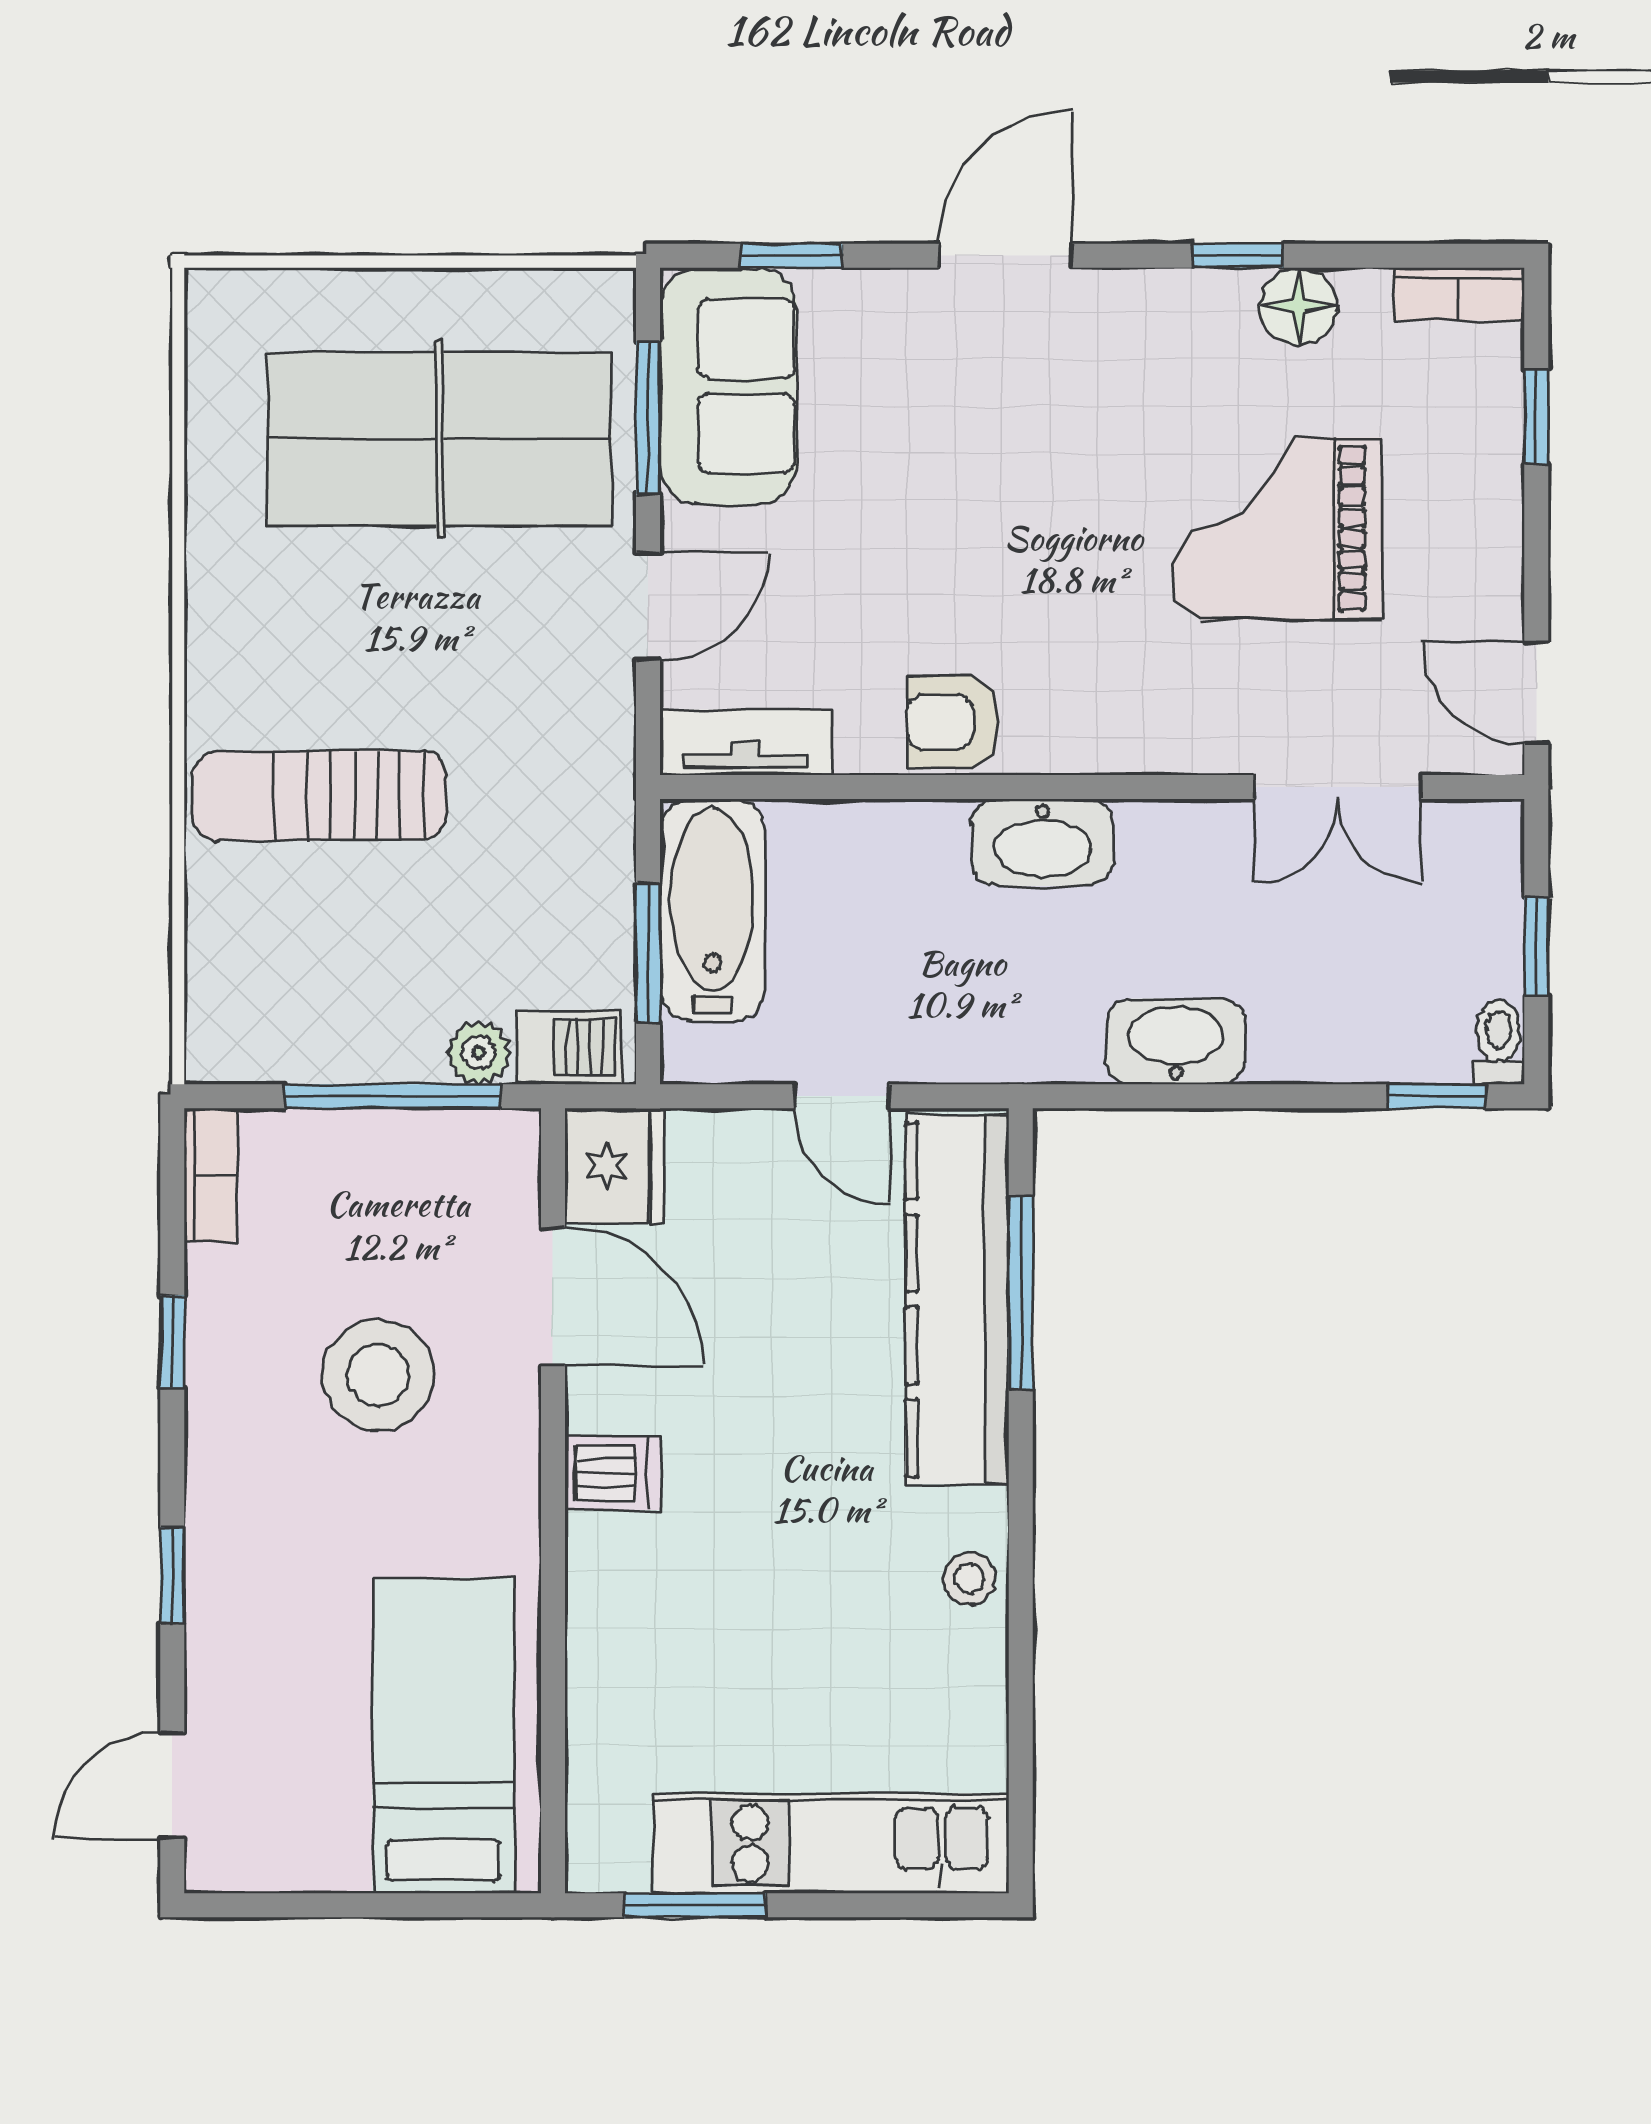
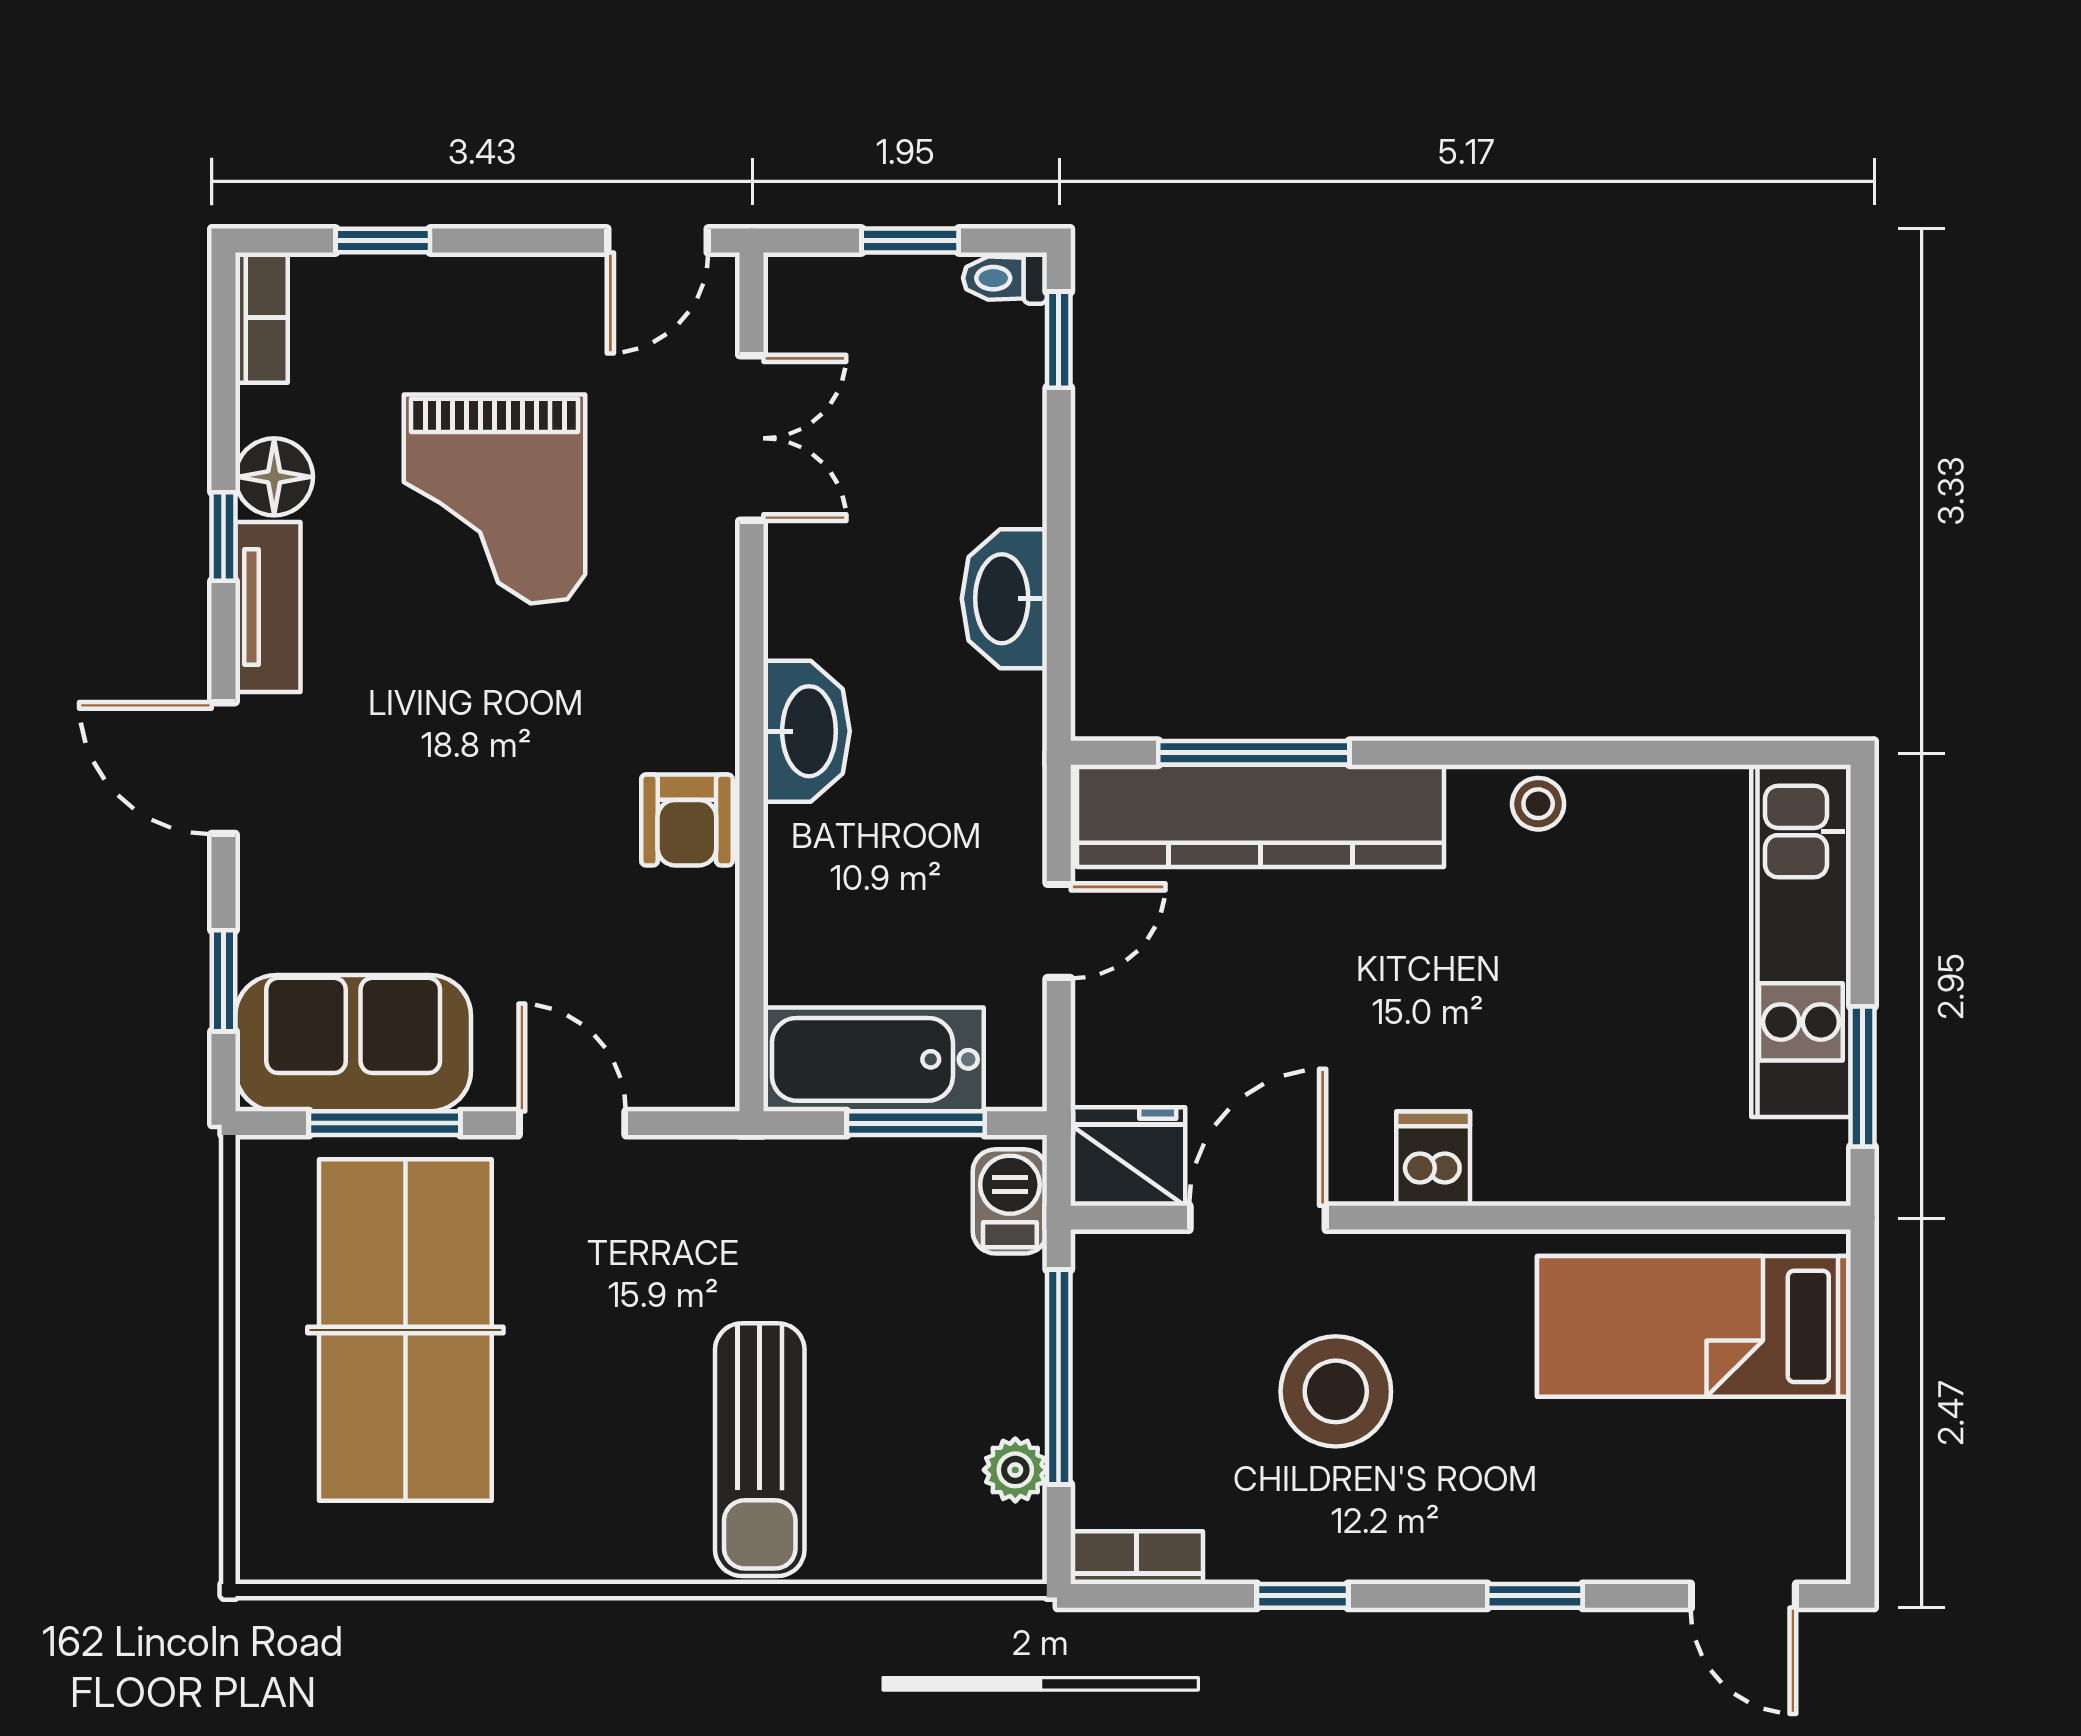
tv unit: (746, 742) -> (268, 607), moved, turned 180
plant: (479, 1053) -> (1015, 1470), moved

